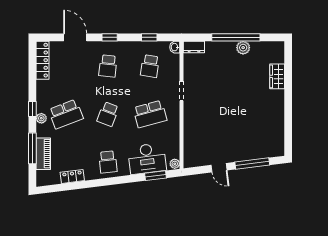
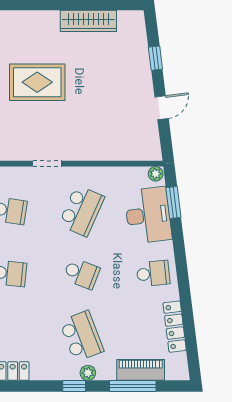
wardrobe: (277, 76) -> (88, 21), moved, width x1.50
rug: (236, 84) -> (37, 82), added
school desk: (150, 114) -> (82, 211), turned 39
window: (252, 164) -> (155, 58), width x0.46
locker: (72, 176) -> (175, 327), width x1.53

